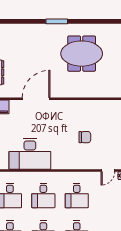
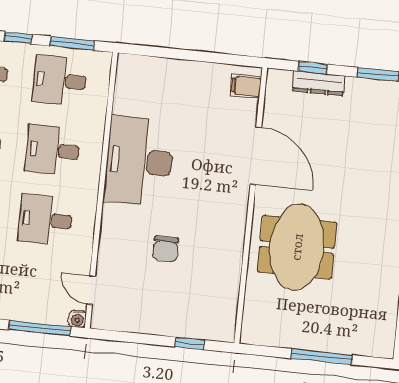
meeting table: (82, 54) -> (297, 247), moved
desk: (30, 154) -> (139, 161), moved

